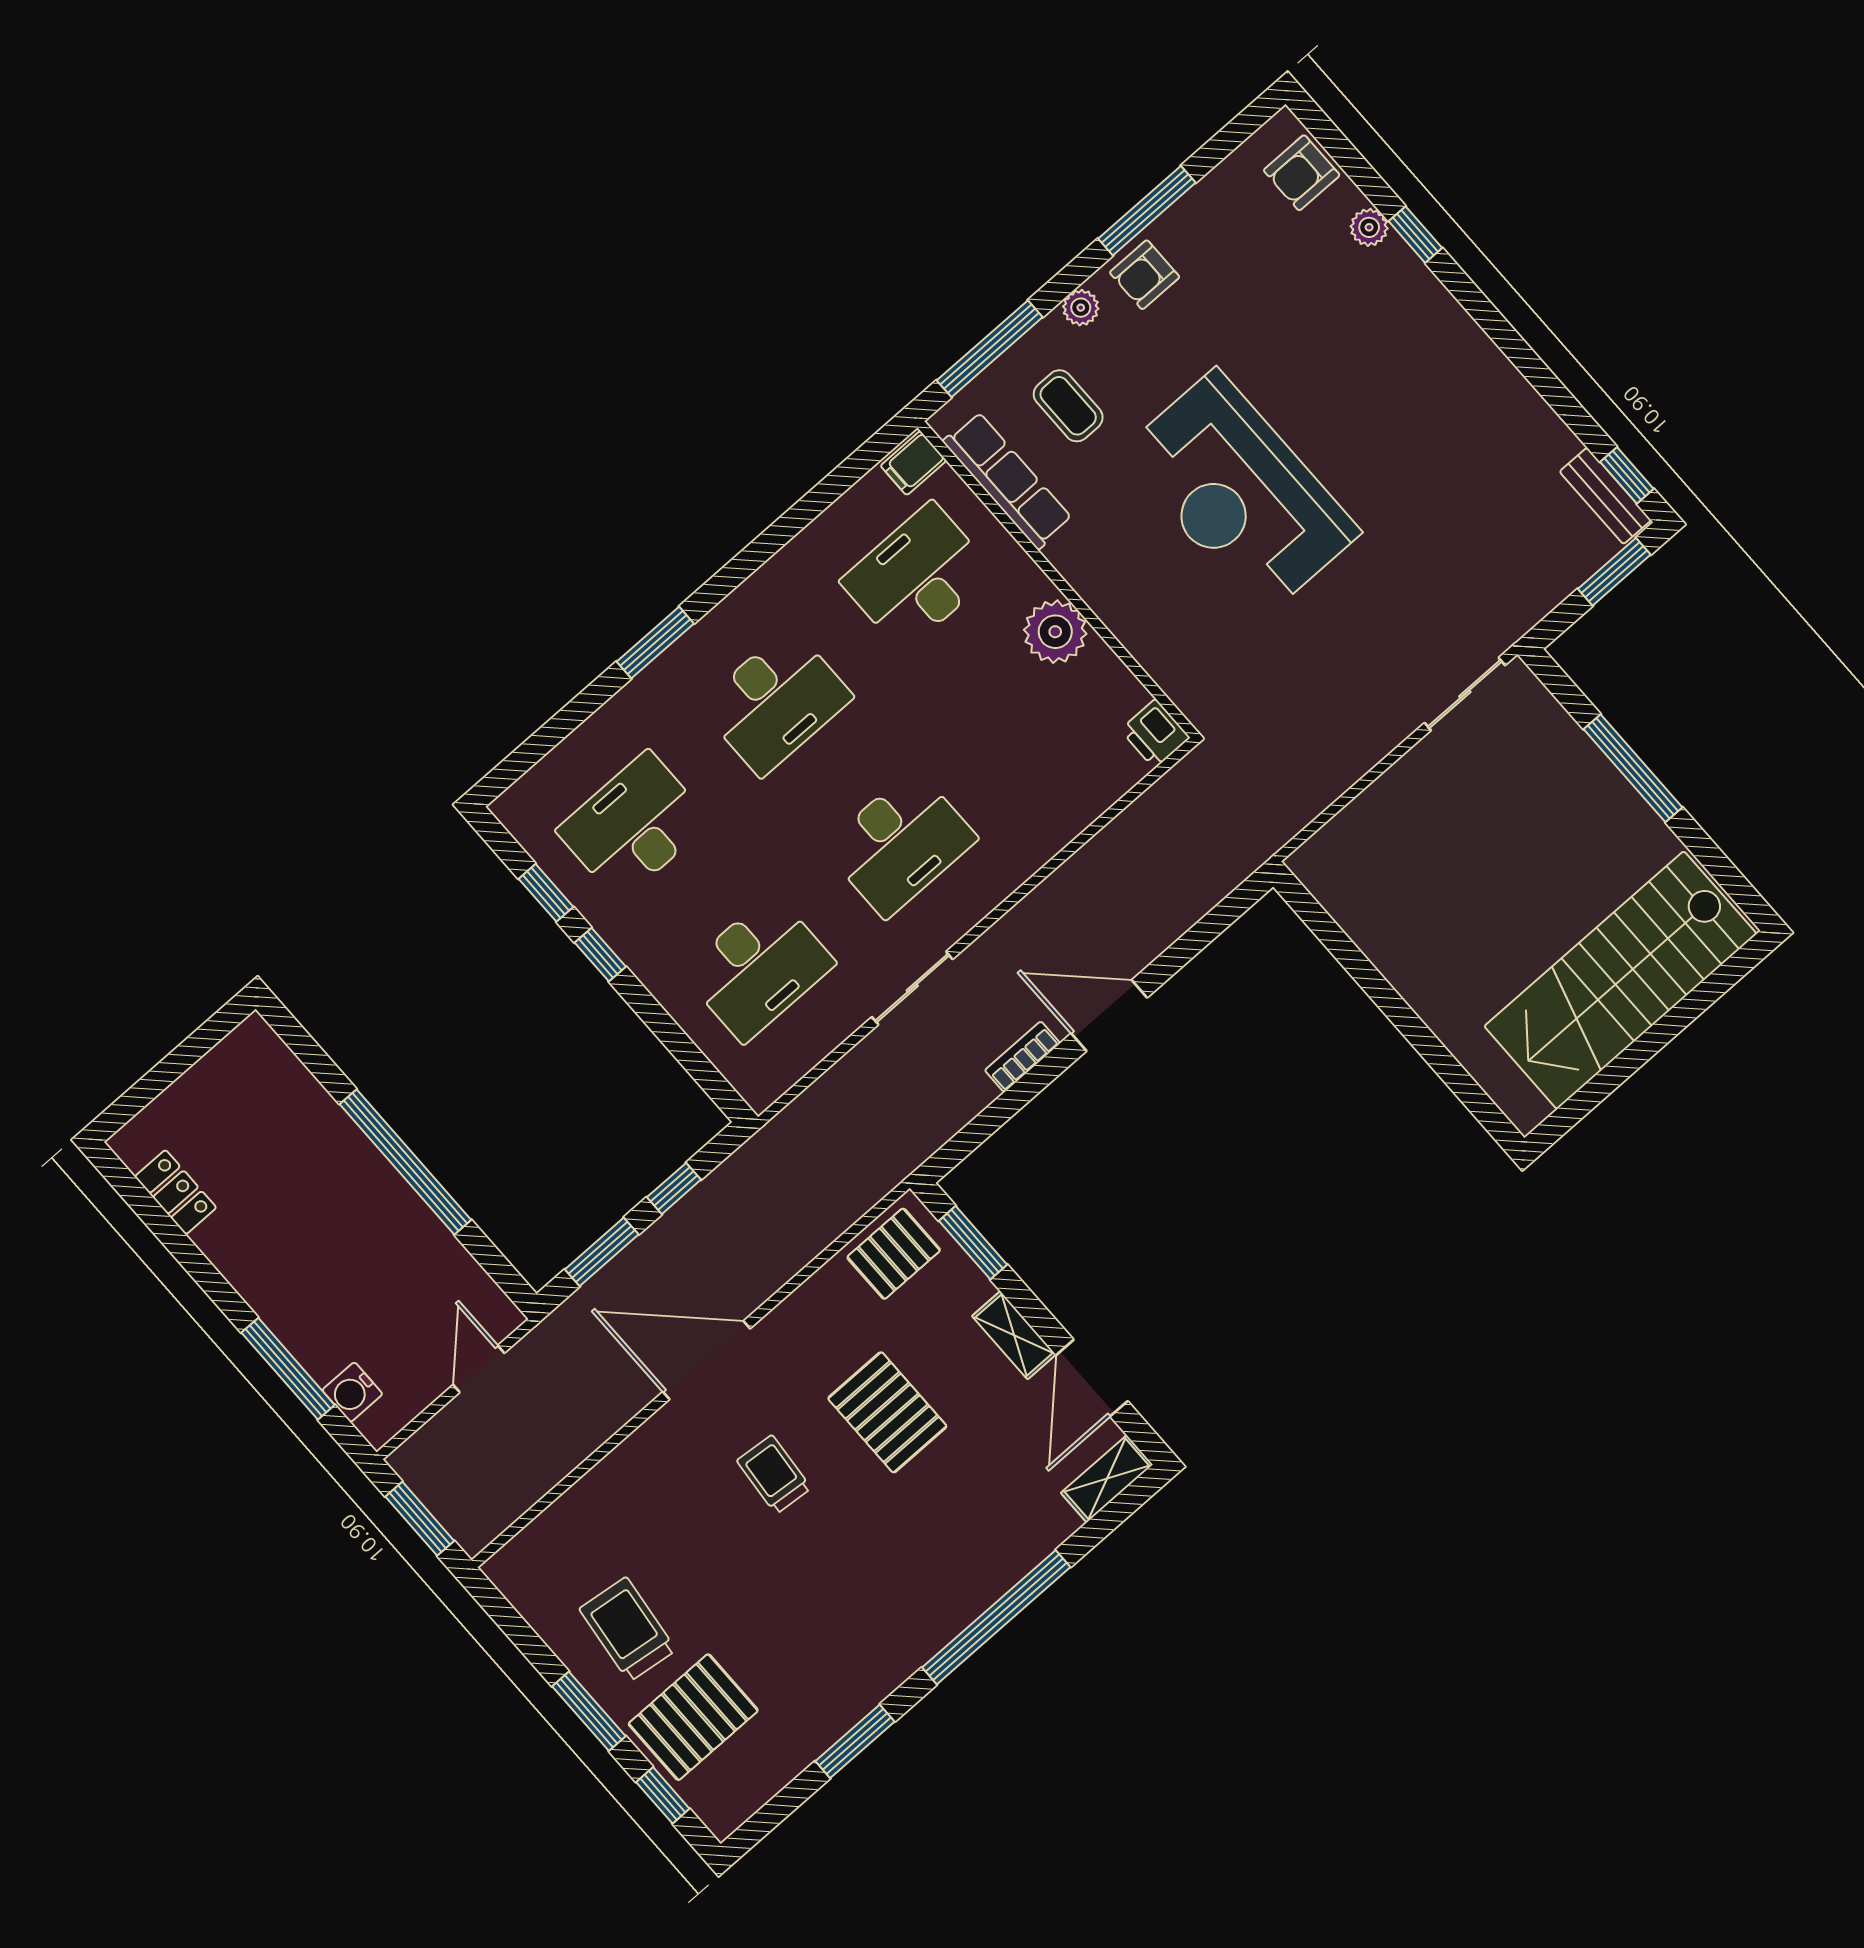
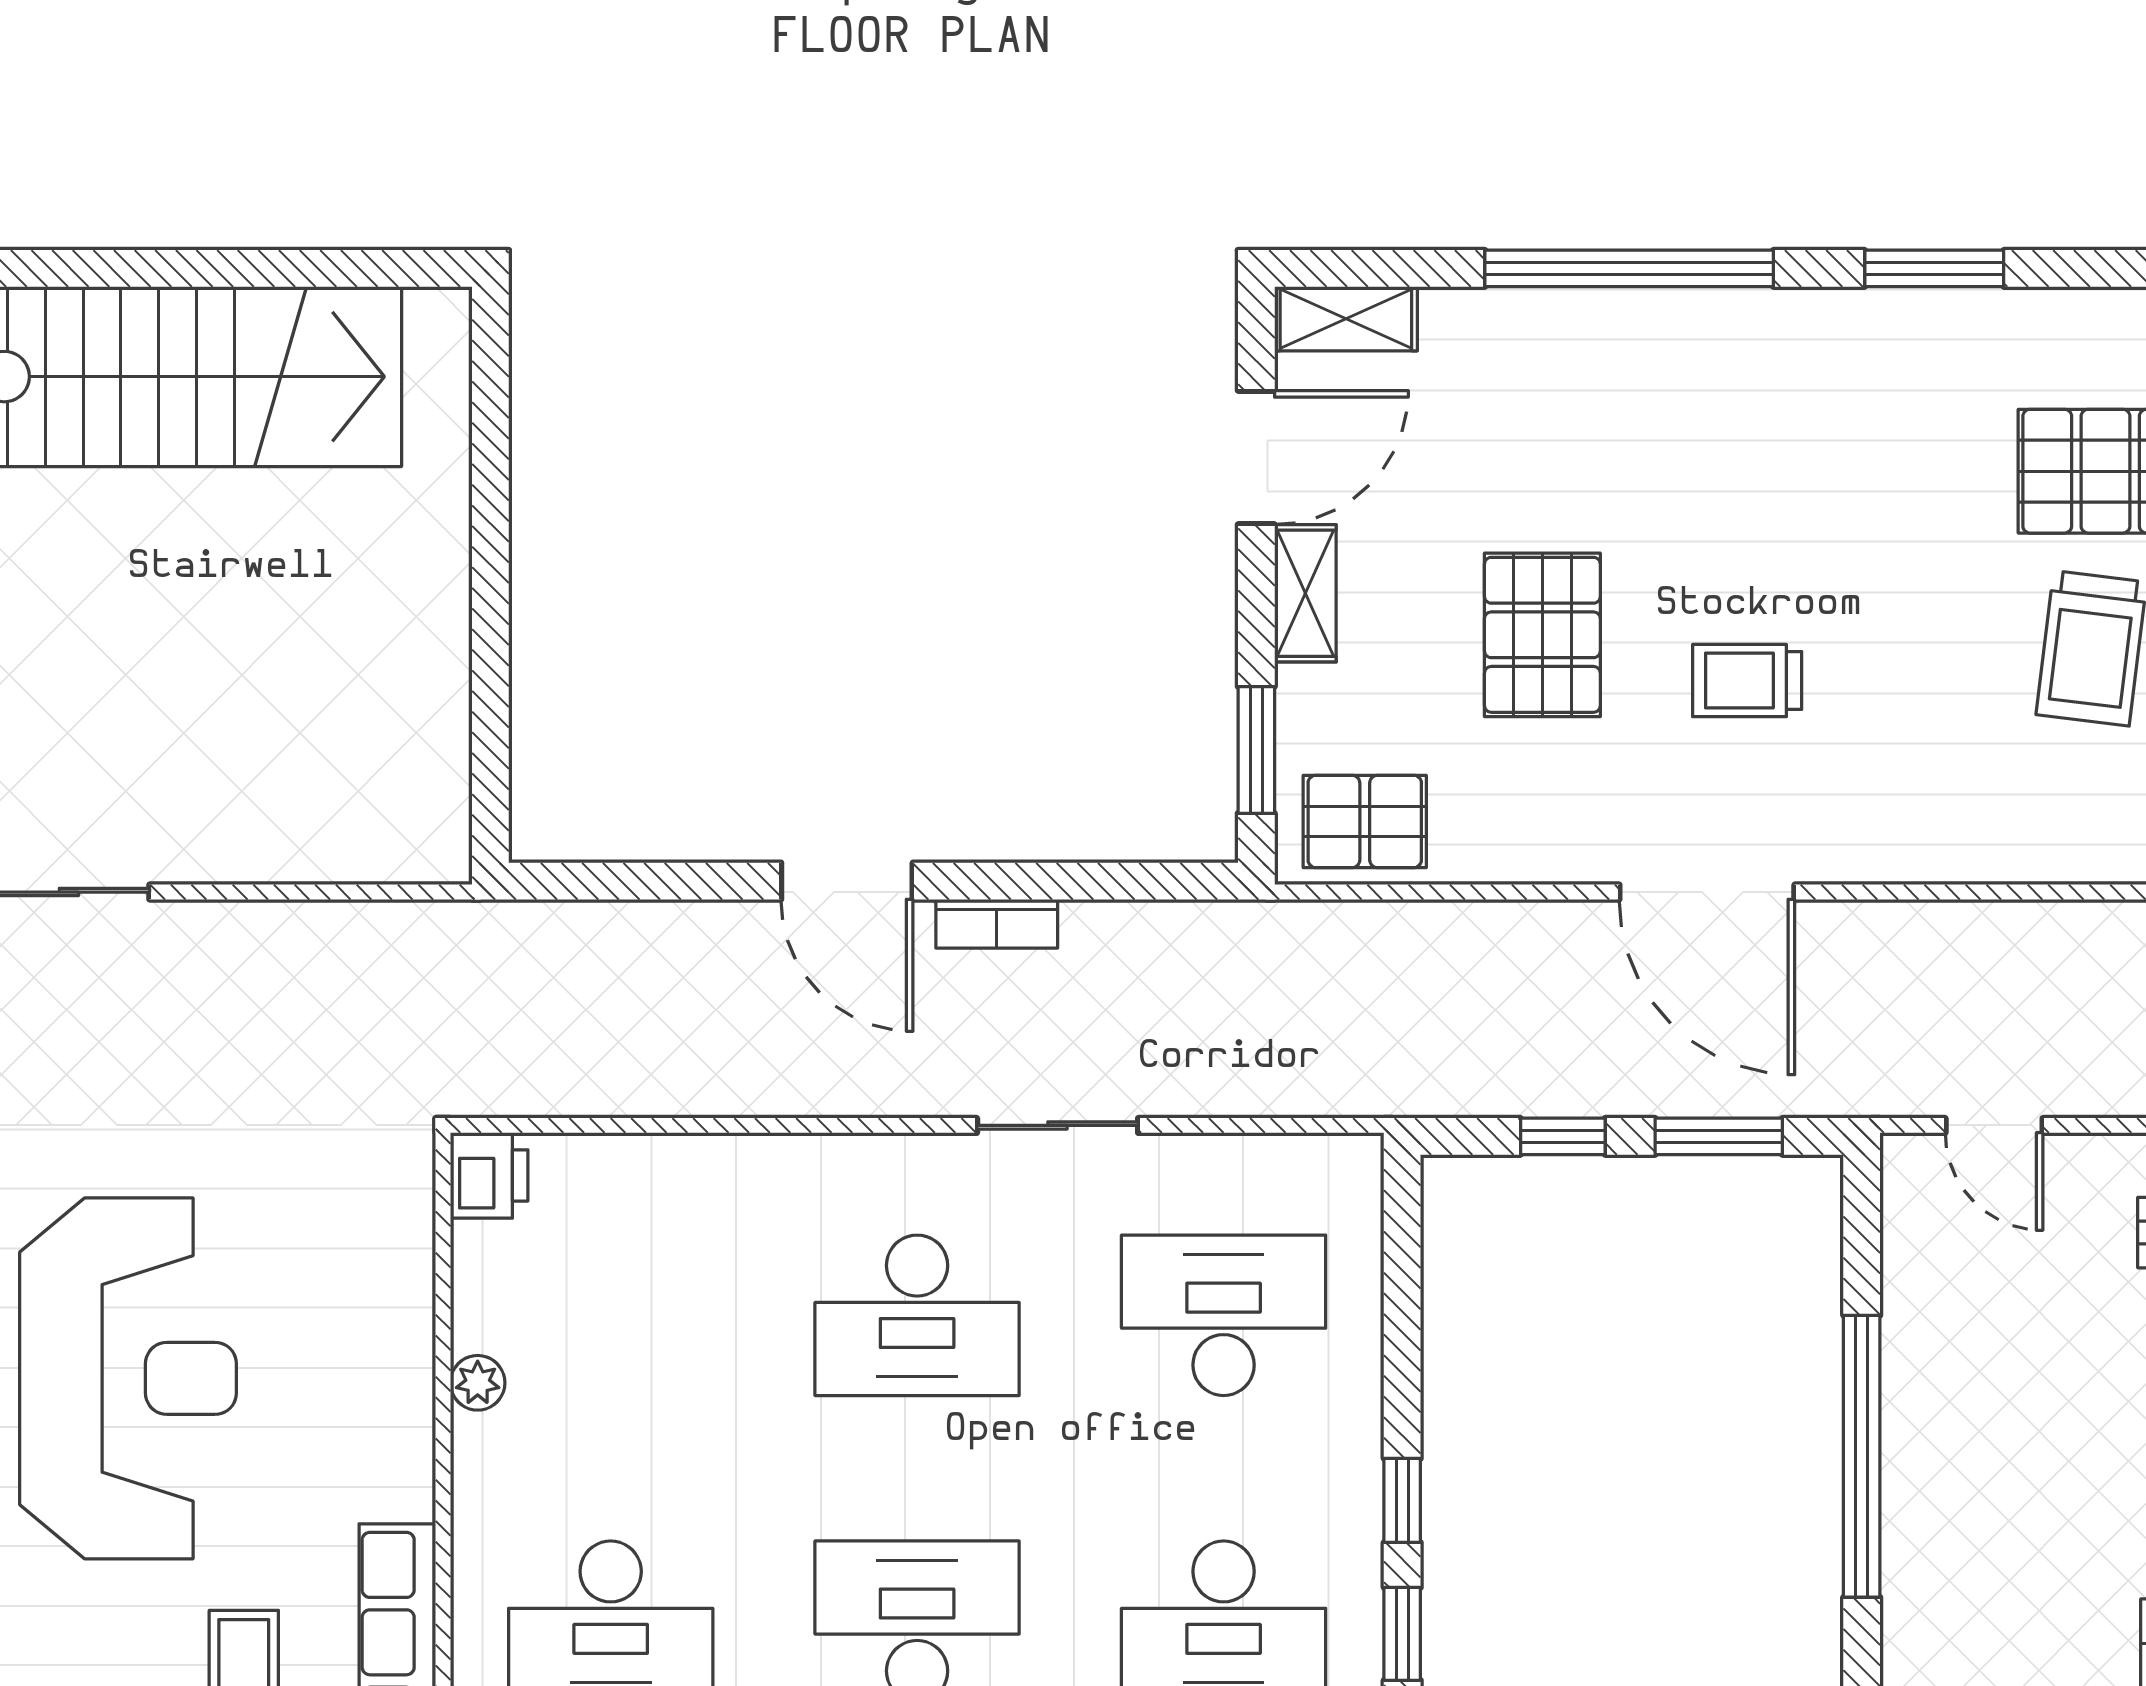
plant: (1055, 632) -> (478, 1383), width x0.53, depth x0.53
desk: (900, 843) -> (917, 1315), turned 180
door: (479, 1369) -> (1994, 1125), hinge flipped
trolley: (774, 1474) -> (1747, 681), turned 85

